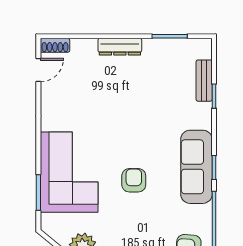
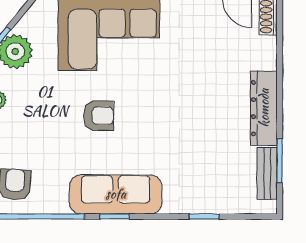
dresser: (120, 47) -> (264, 108), width x1.37, depth x1.24
bench: (204, 81) -> (267, 174), moved, turned 90

